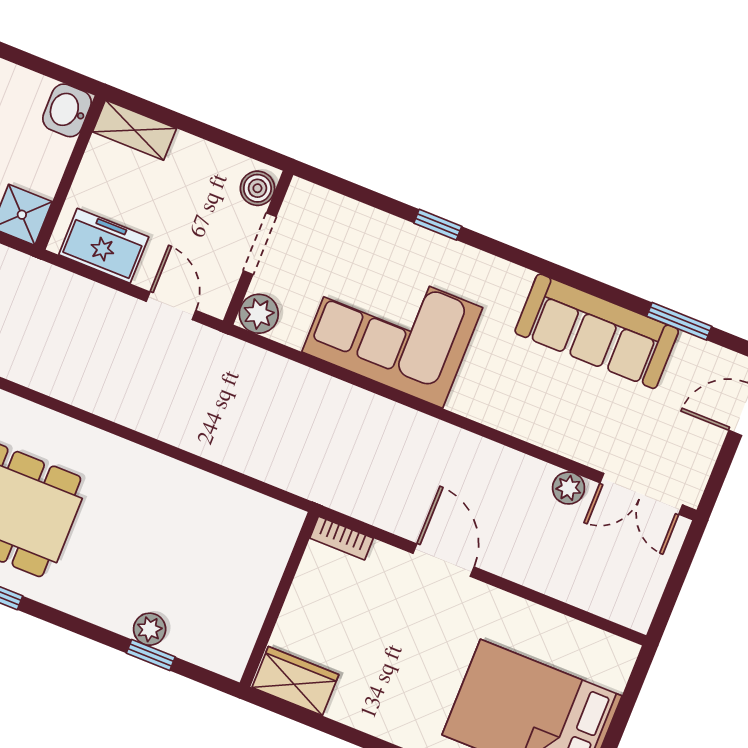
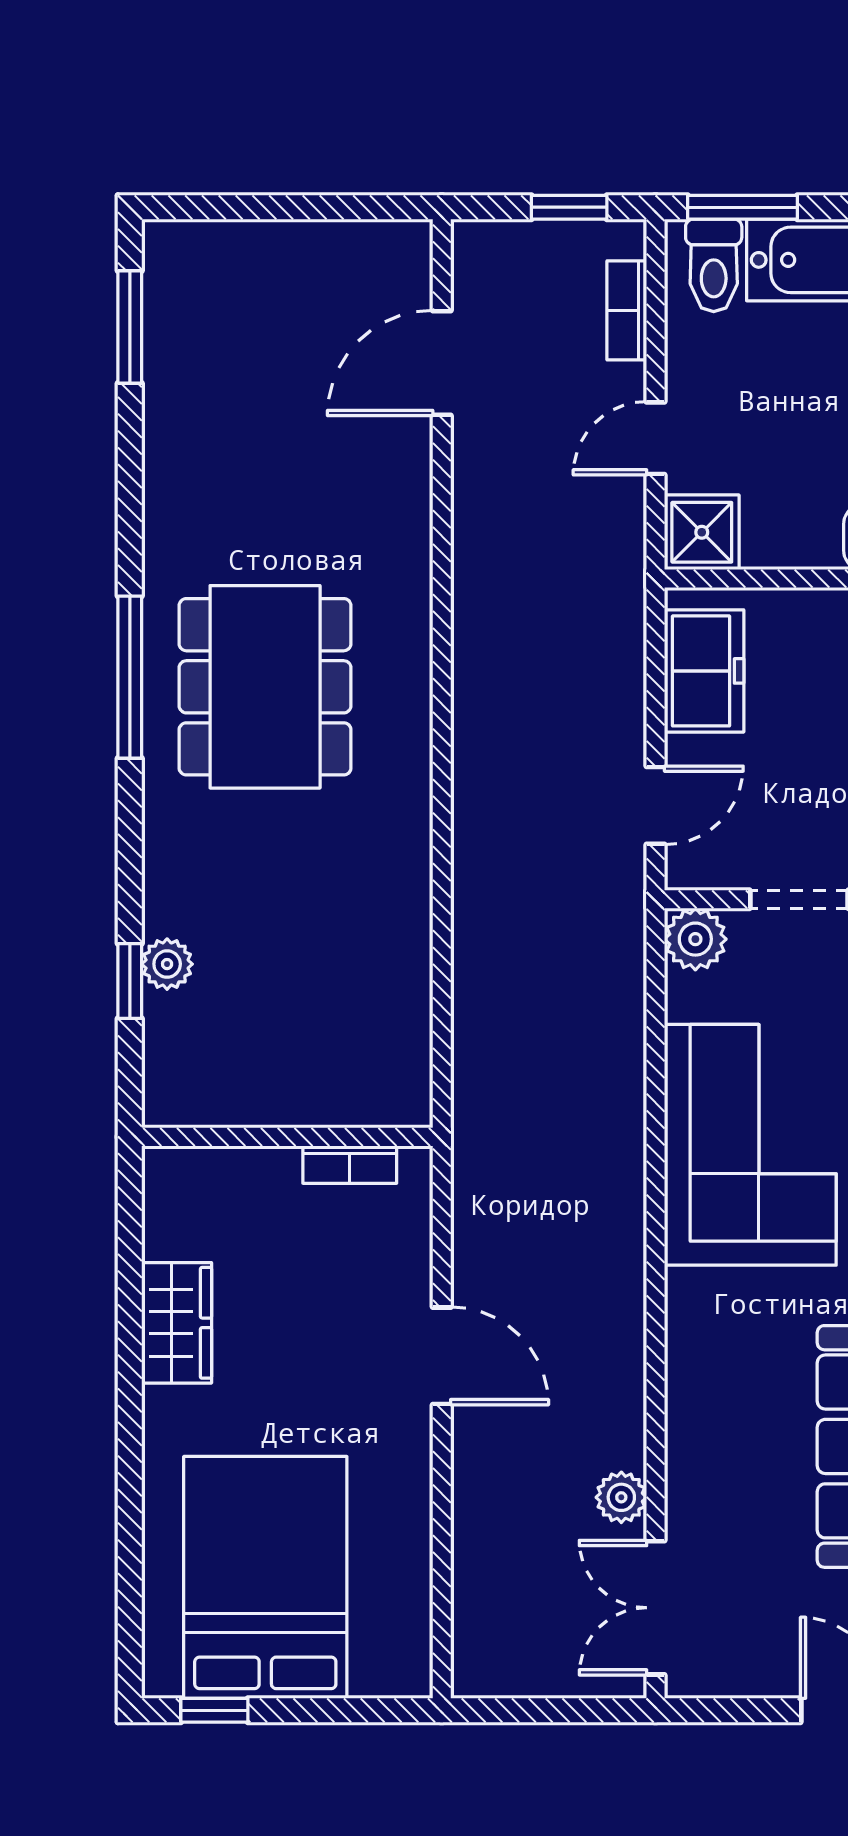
bookcase: (341, 538) -> (350, 1165), moved, turned -90
door: (444, 560) -> (442, 1356), hinge flipped
wardrobe: (295, 681) -> (177, 1323), moved

